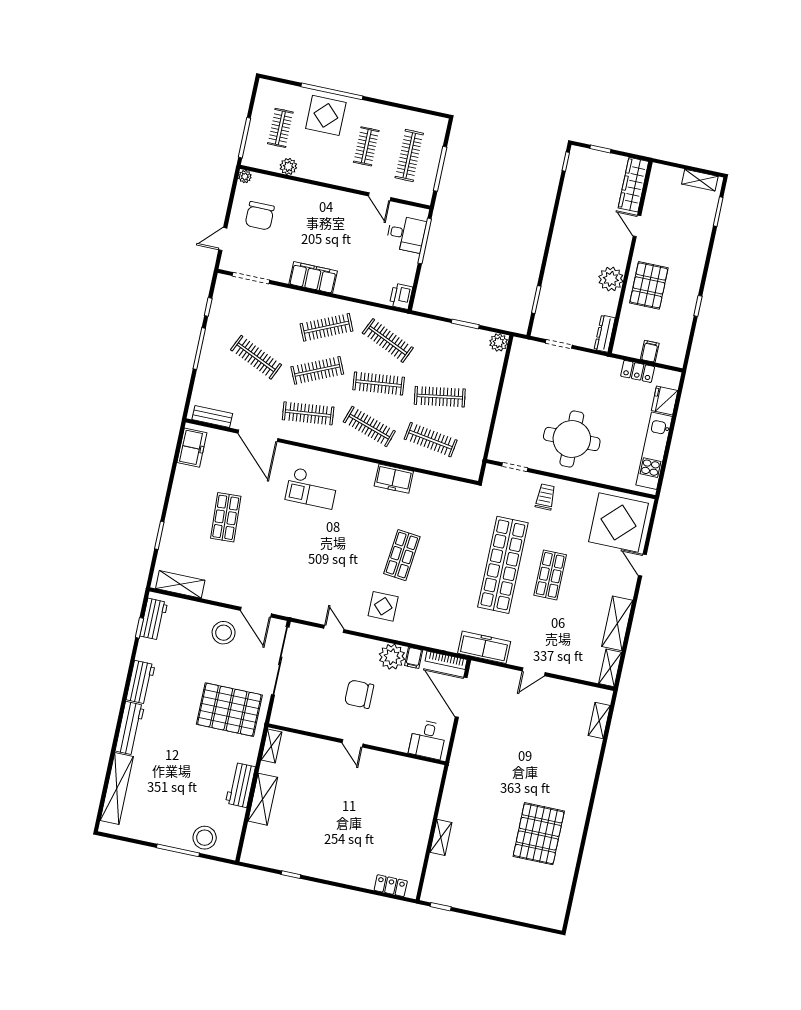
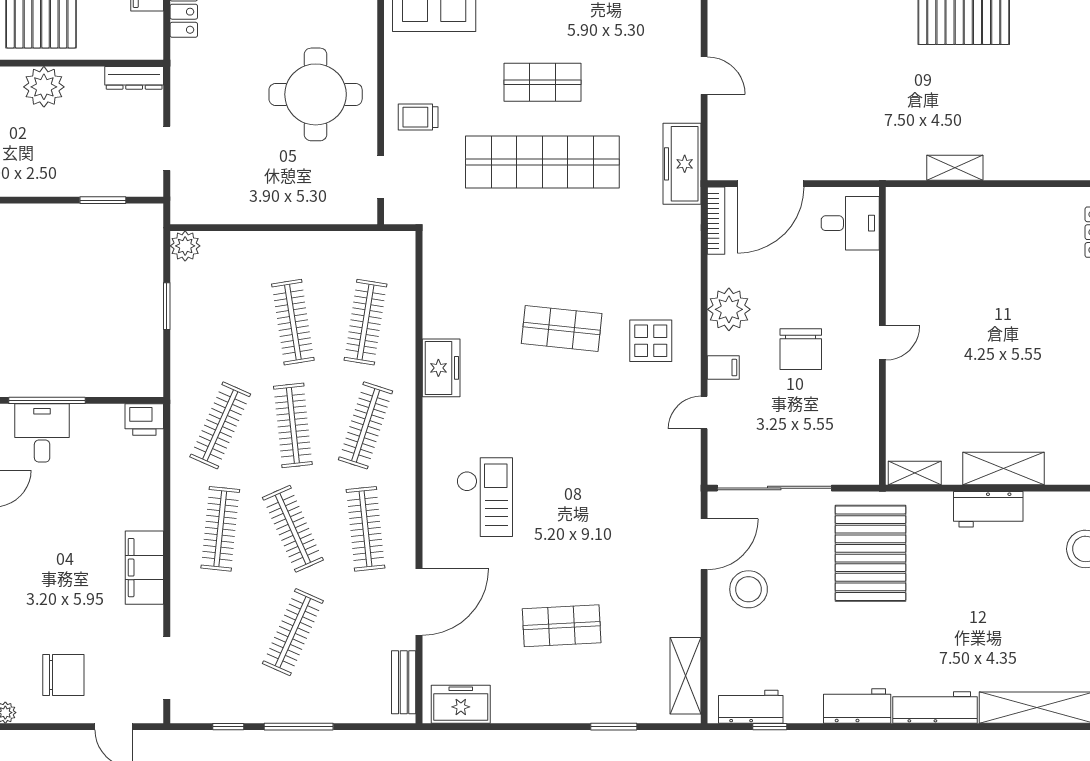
clothes rail: (327, 327) -> (220, 529), turned 30
filing cabinet: (414, 658) -> (723, 368), moved
shelving: (441, 837) -> (955, 168), moved

